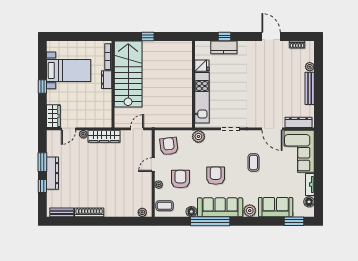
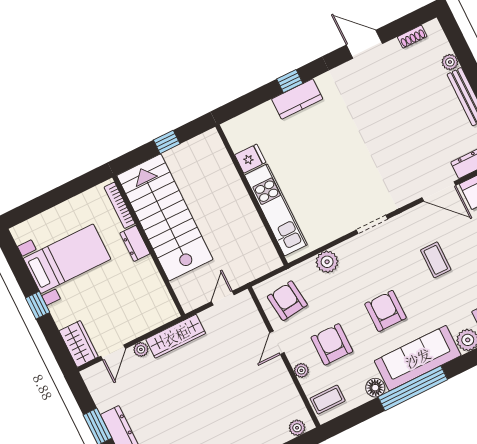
fridge: (202, 66) -> (250, 159), moved
wall: (194, 84) -> (252, 195), moved
kitchen unit: (202, 98) -> (276, 210), moved

